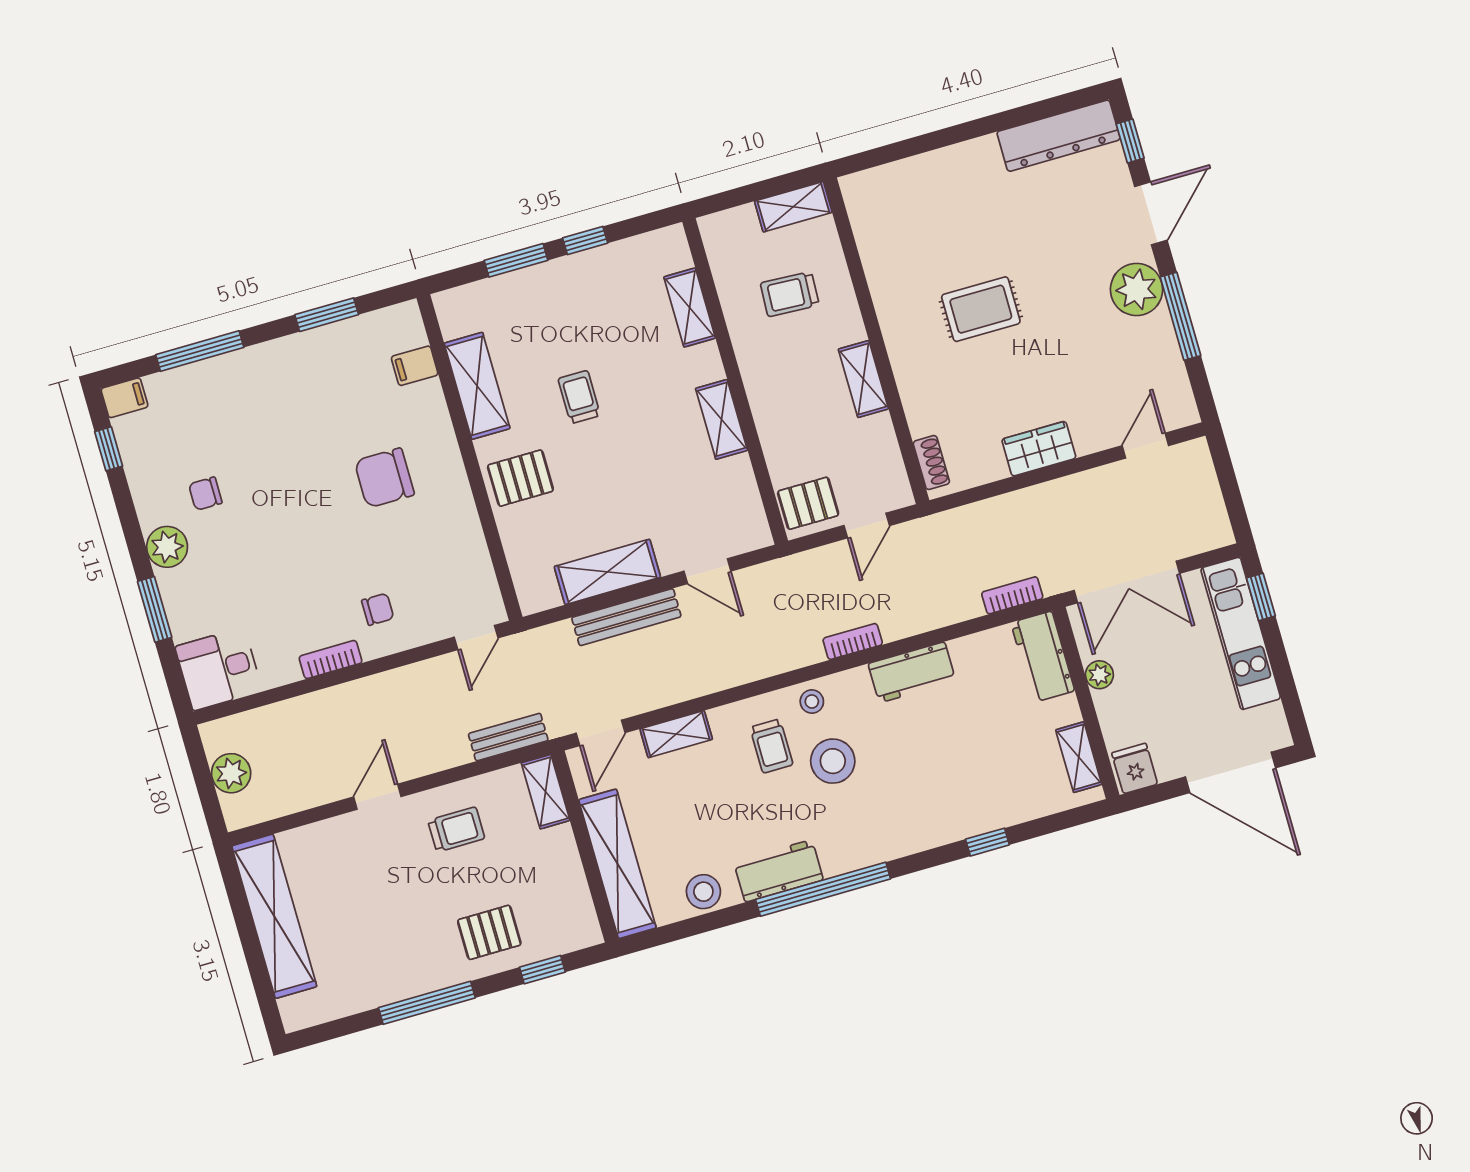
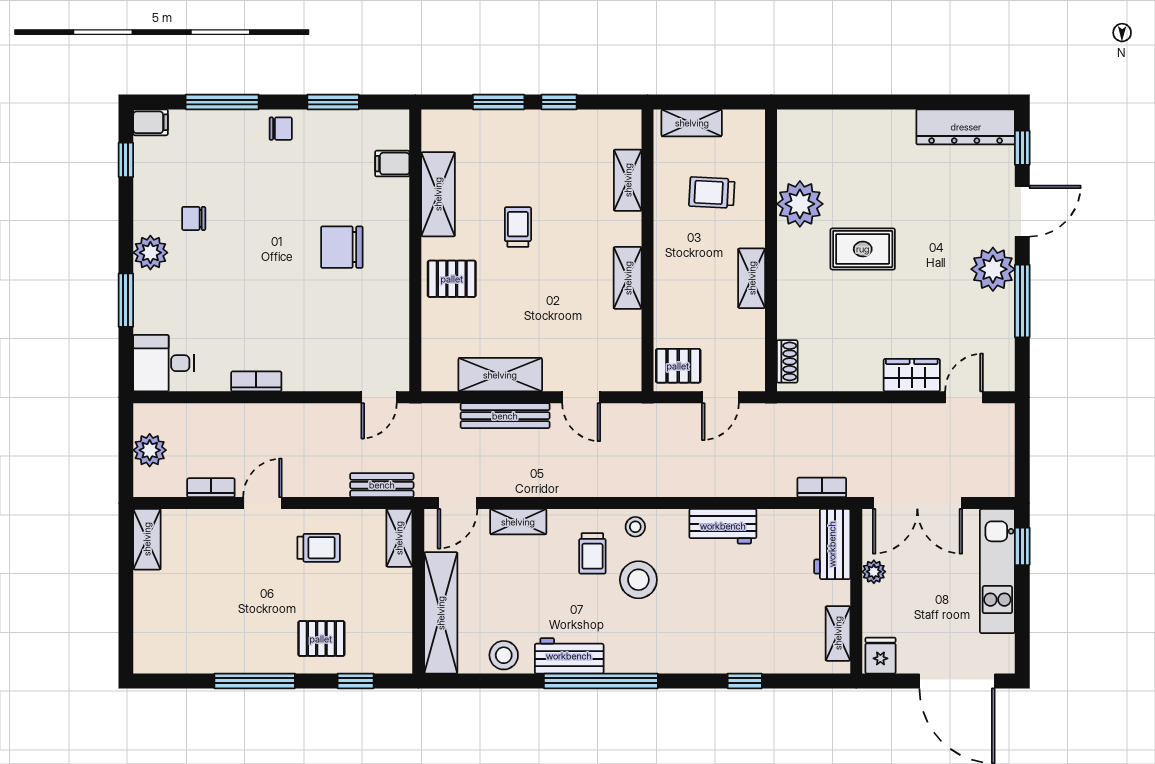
shelving: (793, 207) -> (692, 123), moved
plant: (894, 278) -> (800, 204), added
wardrobe: (1039, 449) -> (912, 375), moved
chair: (378, 609) -> (281, 129), moved
bookcase: (853, 641) -> (211, 488), moved
shelving: (274, 916) -> (147, 539), width x0.45, depth x0.75

